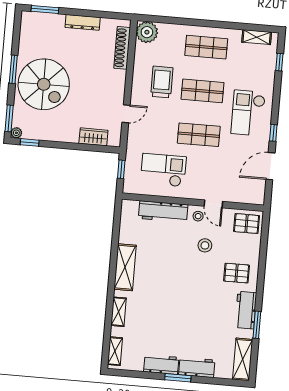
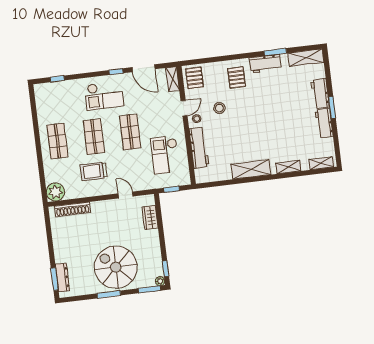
dresser: (83, 22) -> (62, 278), moved
shelving: (257, 37) -> (173, 79), moved
spiral stairs: (44, 84) -> (116, 267), turned -90

